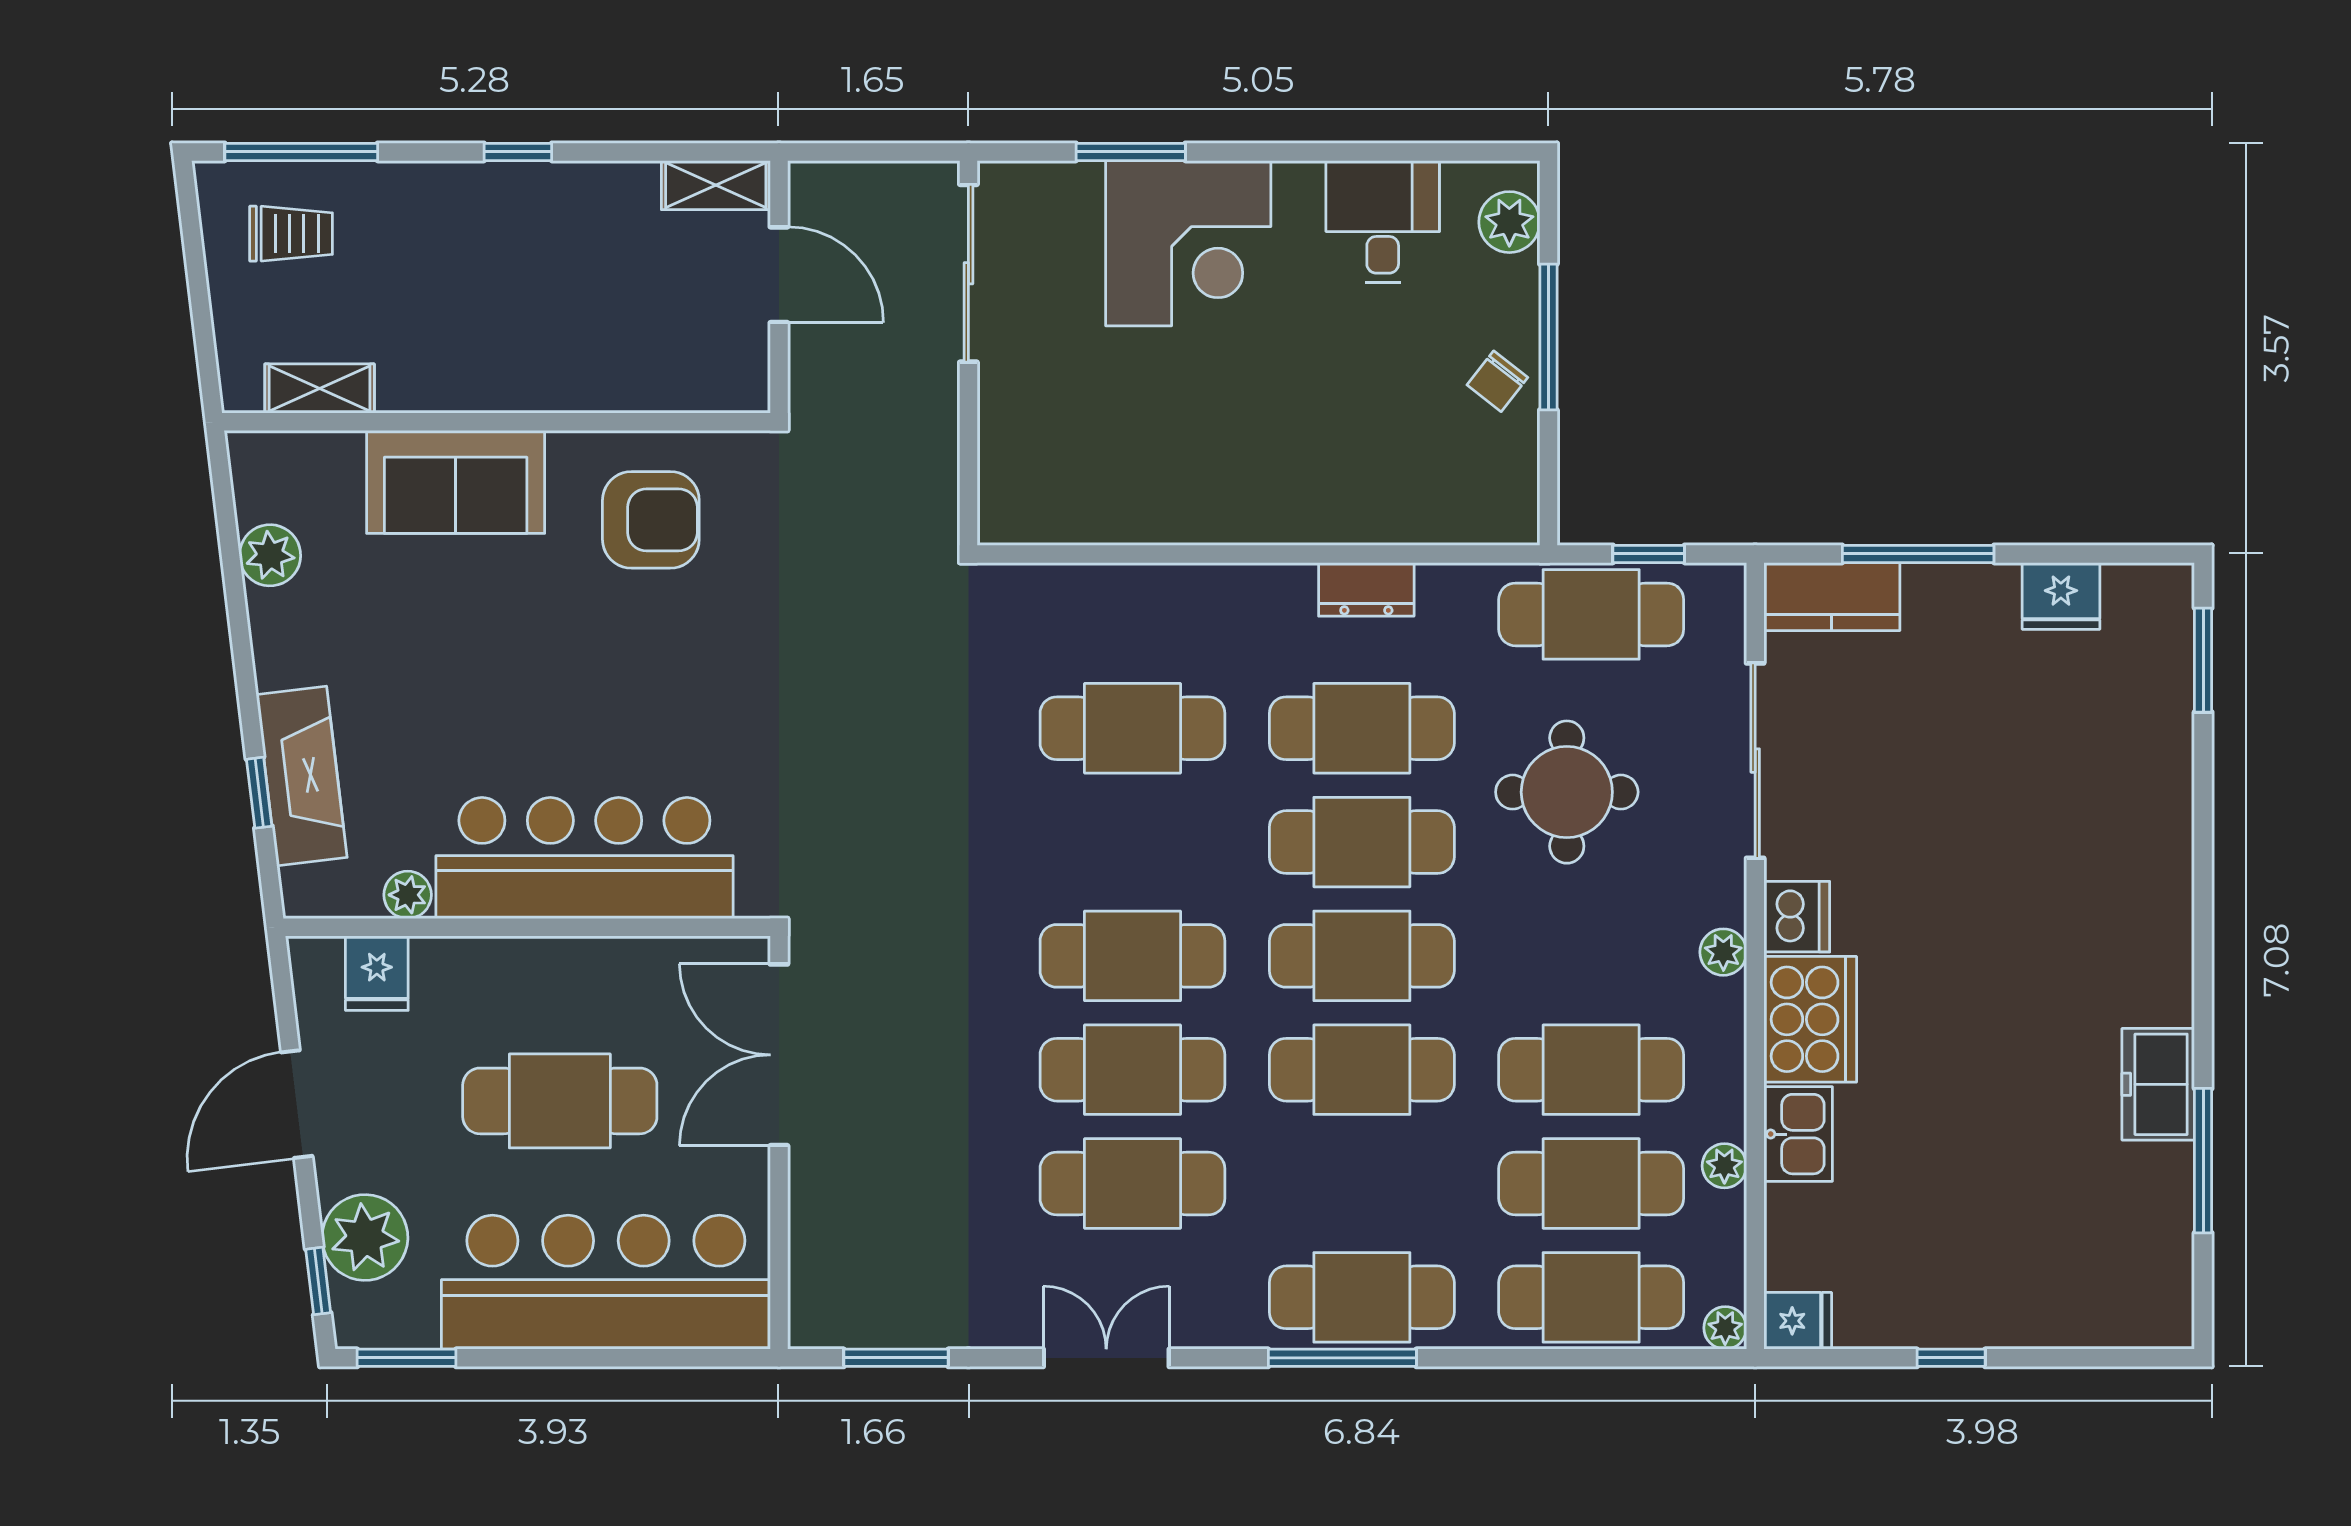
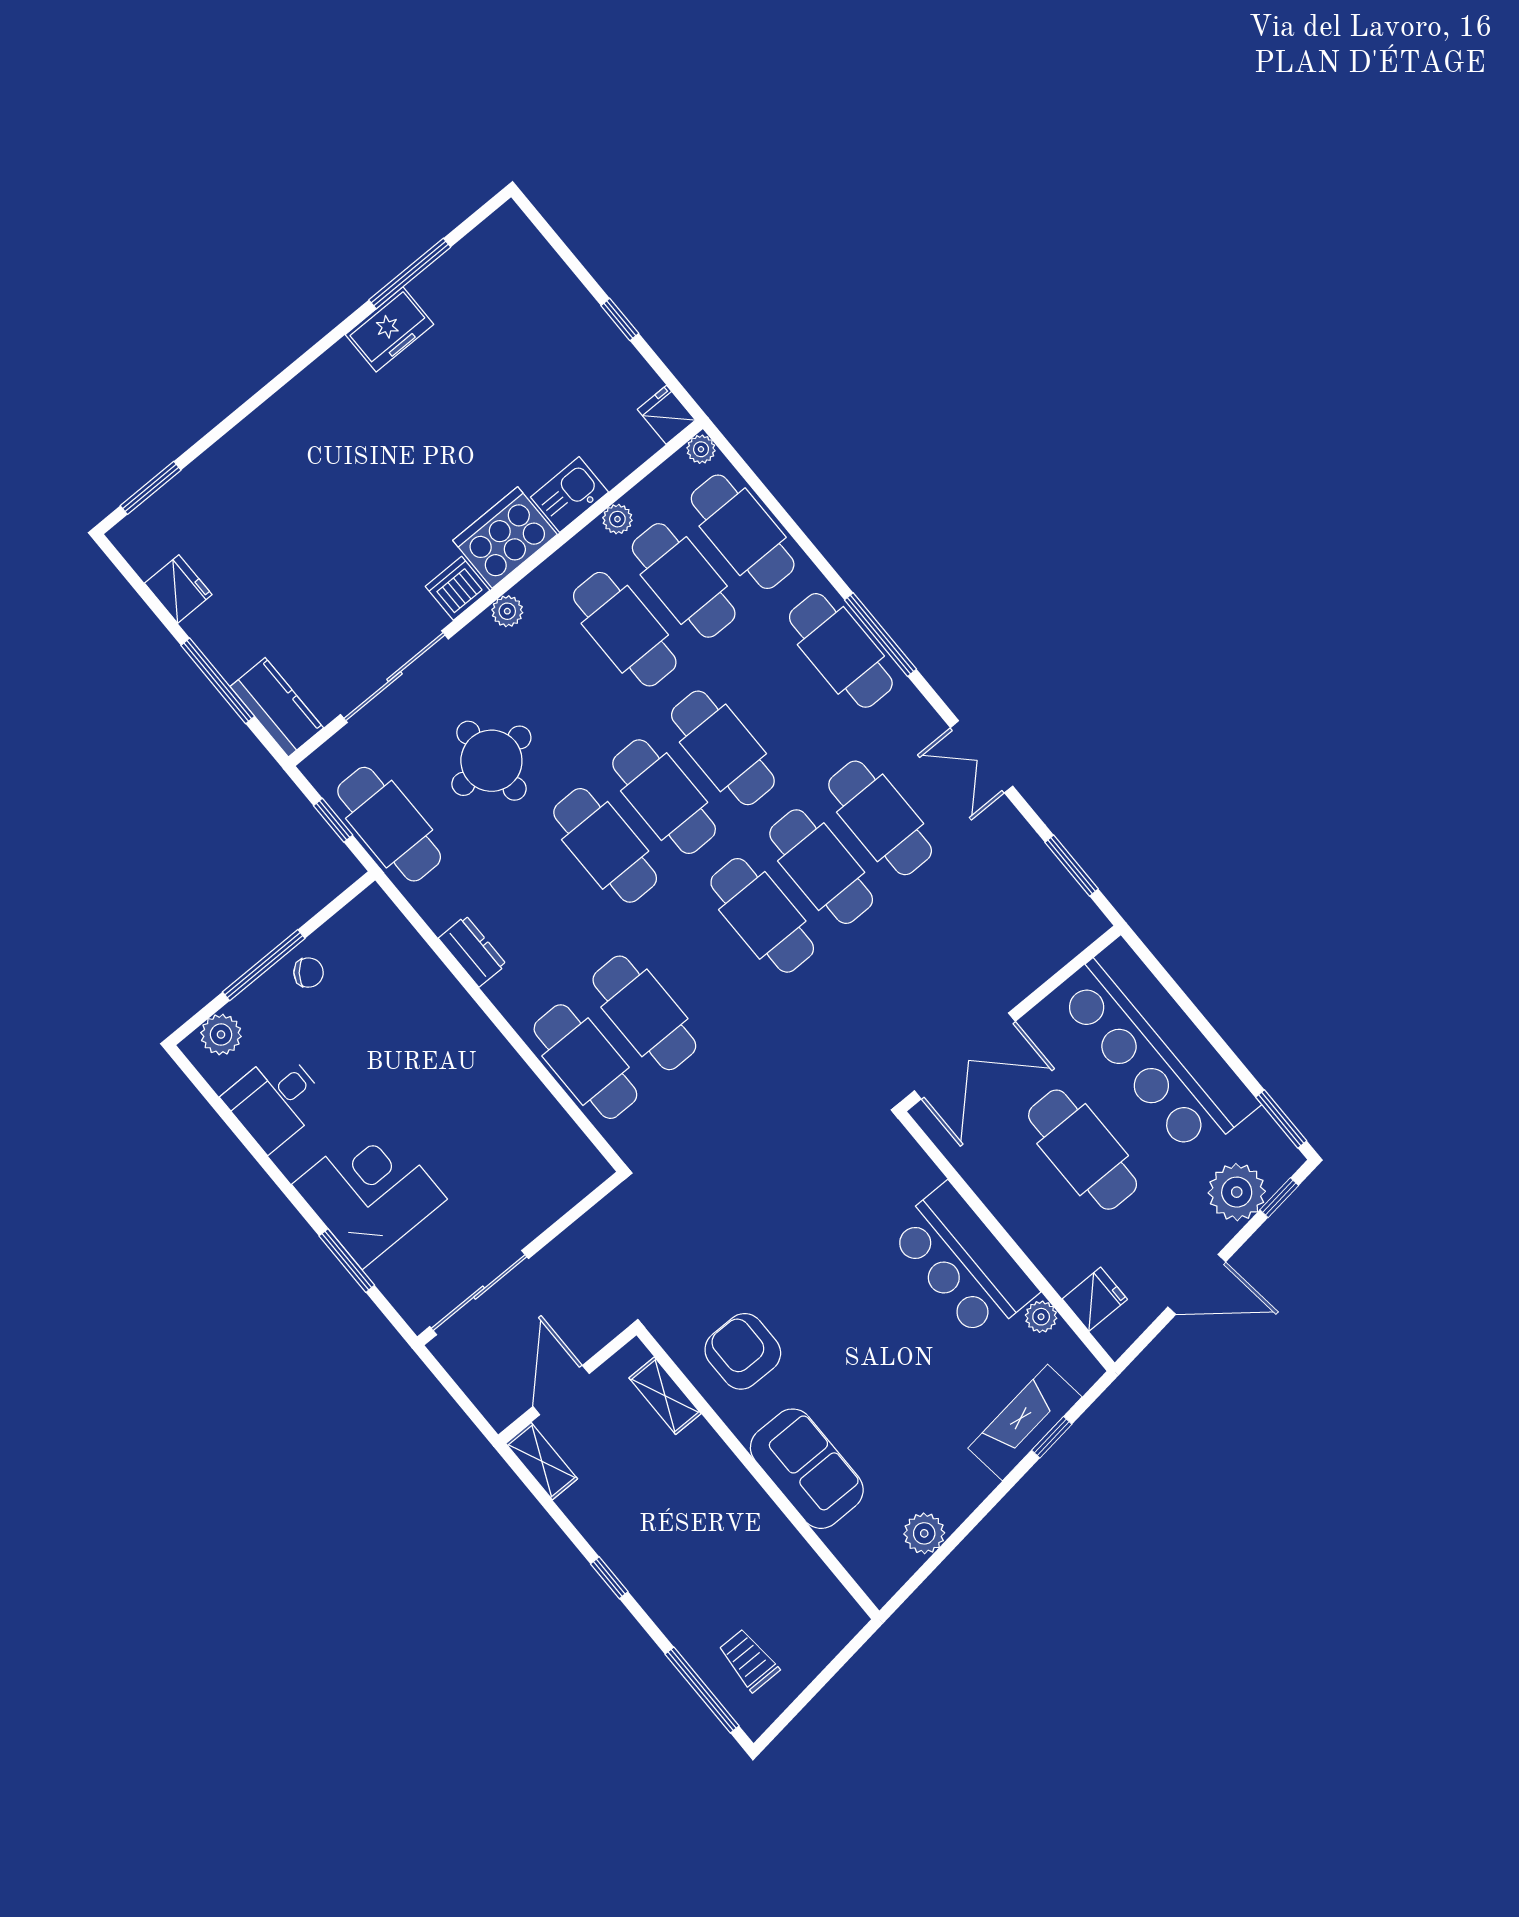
shelving: (320, 389) -> (665, 1396), moved
cafe table: (1362, 728) -> (585, 1062), moved
bar counter: (584, 858) -> (963, 1261), width x0.73

